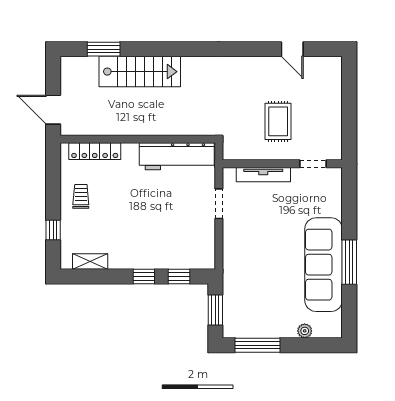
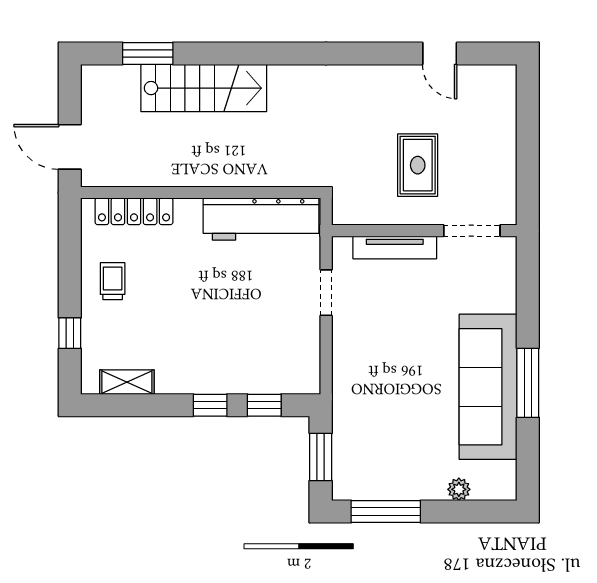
doorway: (313, 164) -> (472, 231), width x1.38

